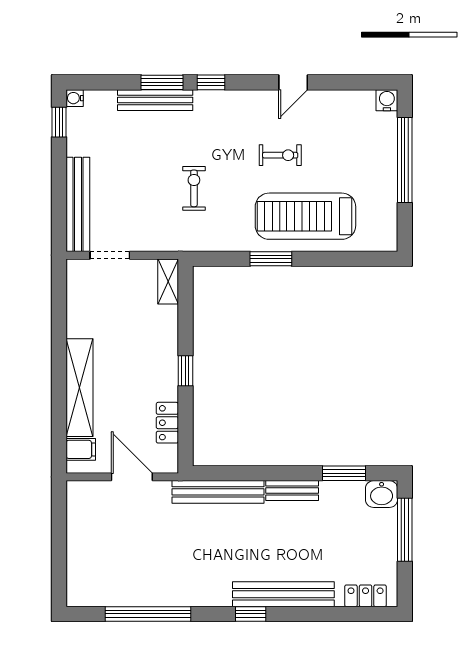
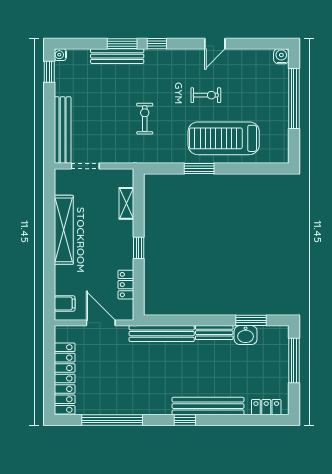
shelving: (168, 282) -> (126, 203), moved
shelving: (80, 388) -> (64, 230), moved
washbasin: (382, 494) -> (246, 335), moved
locker: (81, 555) -> (65, 378), added

